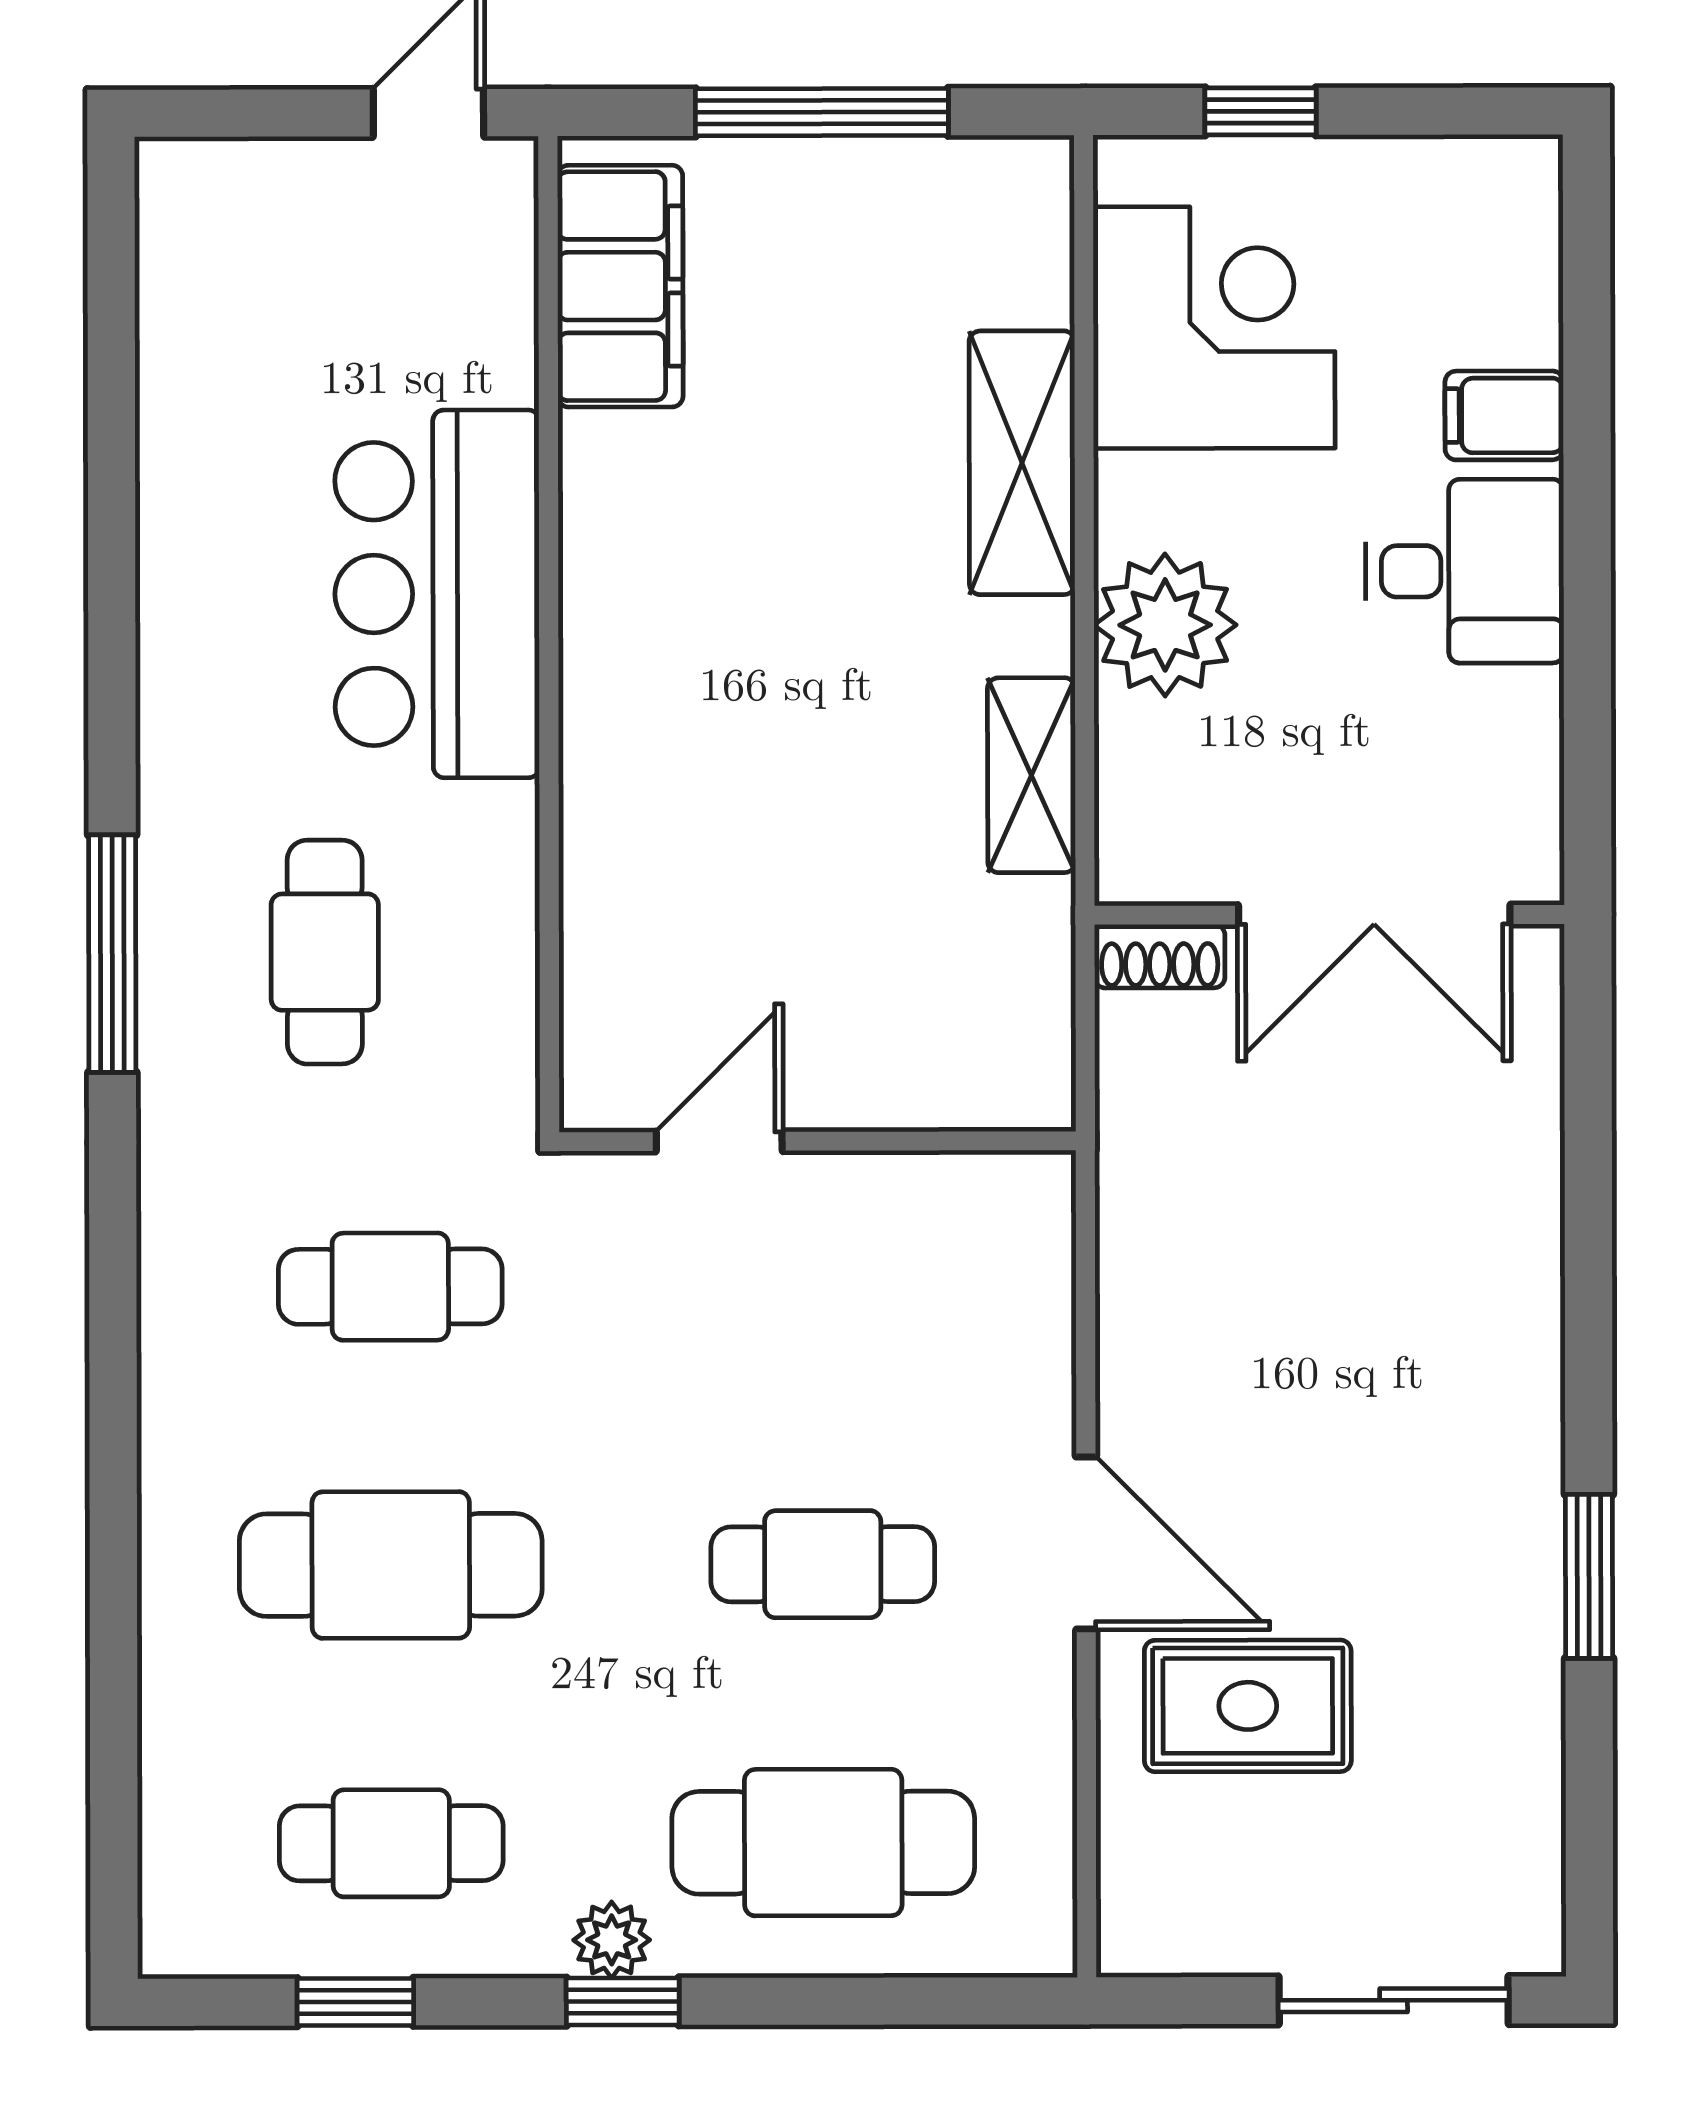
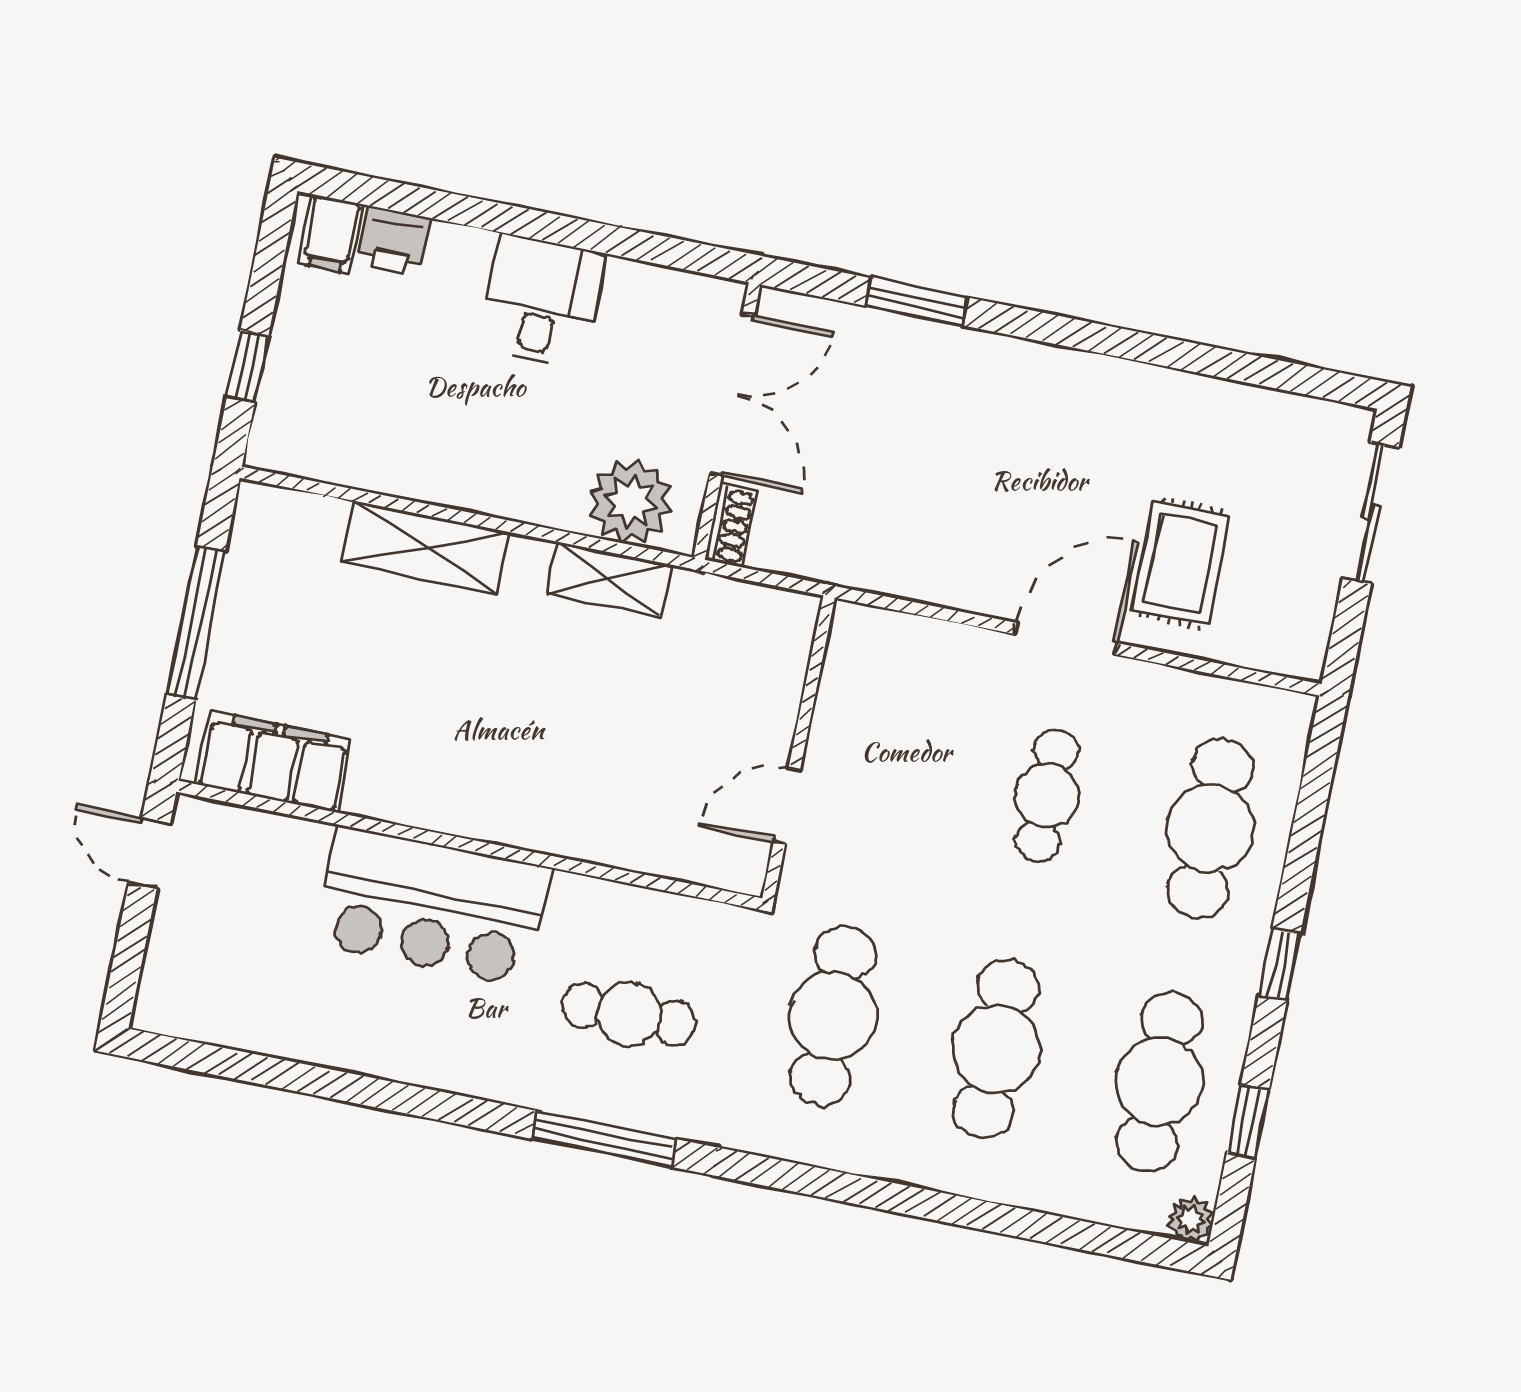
printer: (1514, 309) -> (394, 241), added
corner desk: (1214, 327) -> (369, 419), removed
filing cabinet: (1504, 415) -> (331, 234), moved
plant: (1165, 625) -> (631, 502), moved
door: (719, 1141) -> (787, 806), hinge flipped
cafe table: (390, 1287) -> (833, 1016), width x1.37, depth x1.35
window: (1589, 1576) -> (916, 302), moved
cafe table: (391, 1843) -> (1159, 1082), width x1.37, depth x1.35
plant: (612, 1940) -> (1191, 1220), moved

